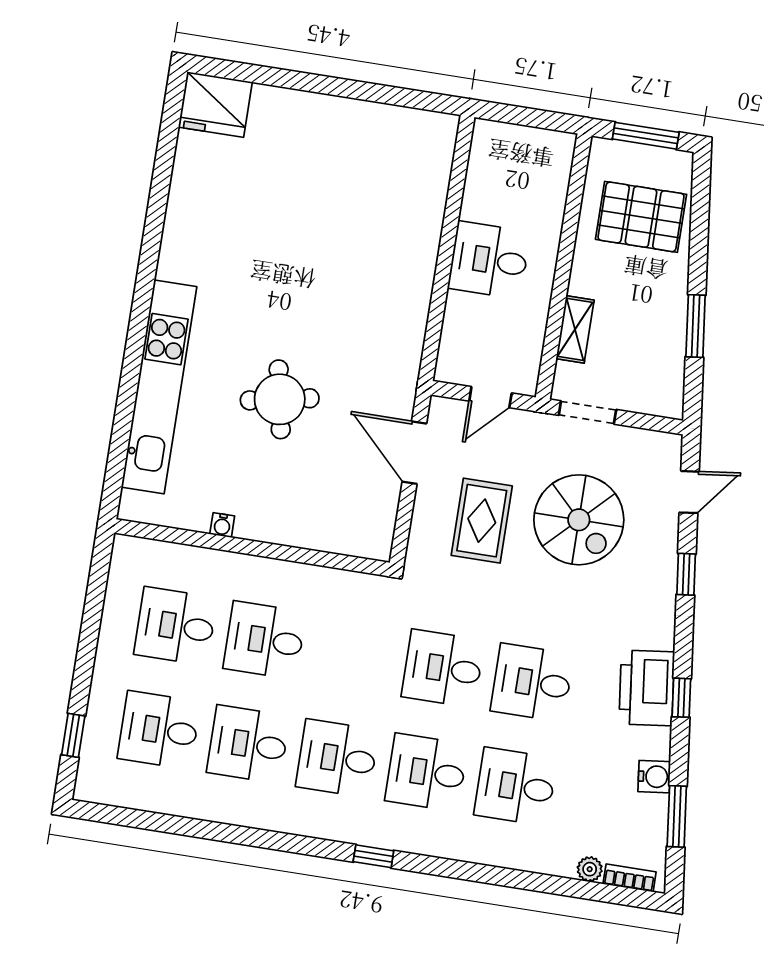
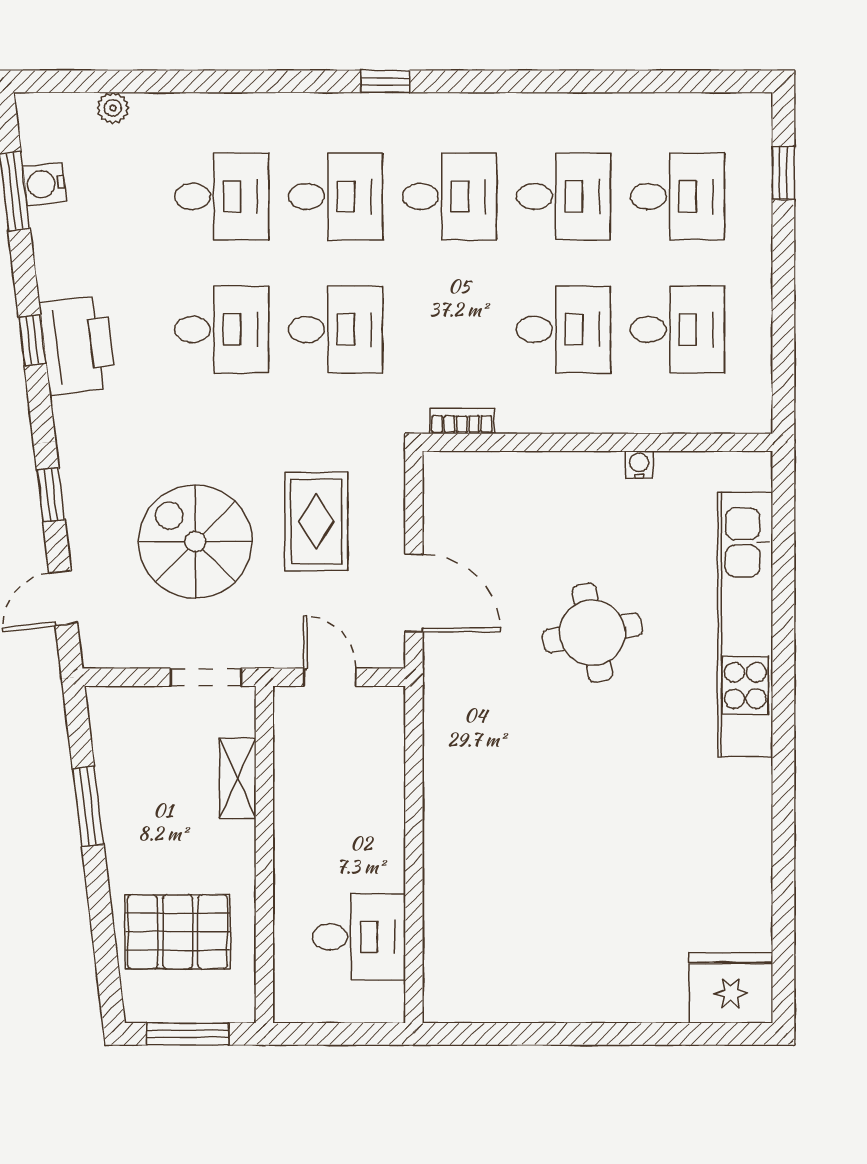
desk: (489, 260) -> (359, 937), moved
door: (490, 397) -> (330, 677), hinge flipped
water cooler: (654, 777) -> (44, 184), moved
bookcase: (630, 878) -> (462, 421), moved, turned 180

